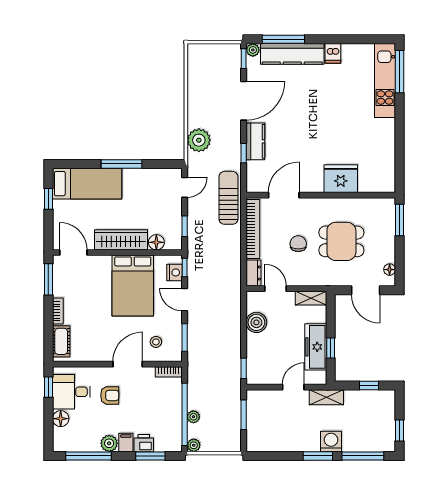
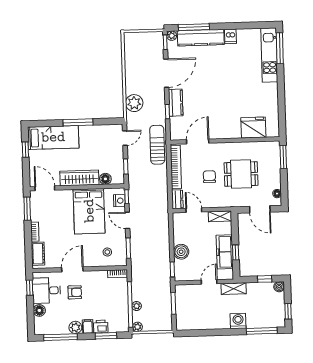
fridge: (341, 179) -> (253, 128), moved
boiler: (256, 322) -> (181, 252), moved
door: (128, 364) -> (72, 269), moved
boiler: (388, 397) -> (279, 287), added
window: (318, 456) -> (229, 332), removed

